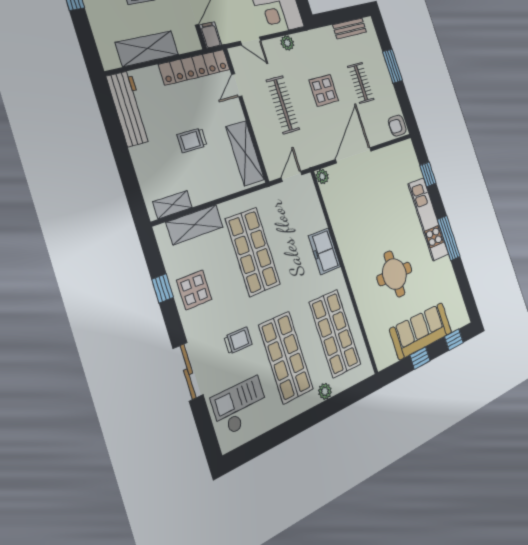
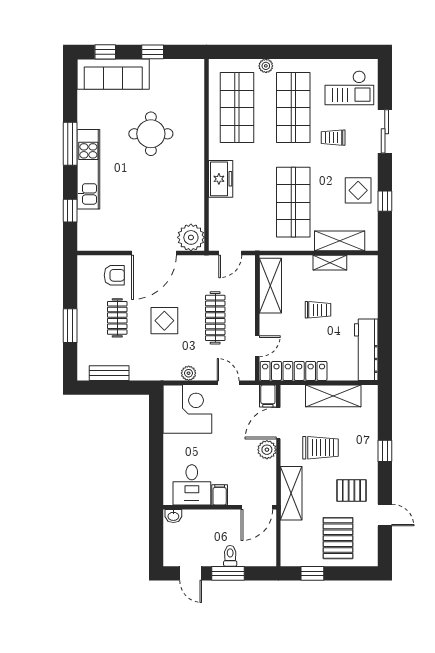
armchair: (397, 126) -> (114, 275), moved
plant: (322, 176) -> (191, 237), width x1.88, depth x1.88
shelving: (173, 205) -> (330, 263), moved
sofa: (421, 331) -> (113, 74), moved

